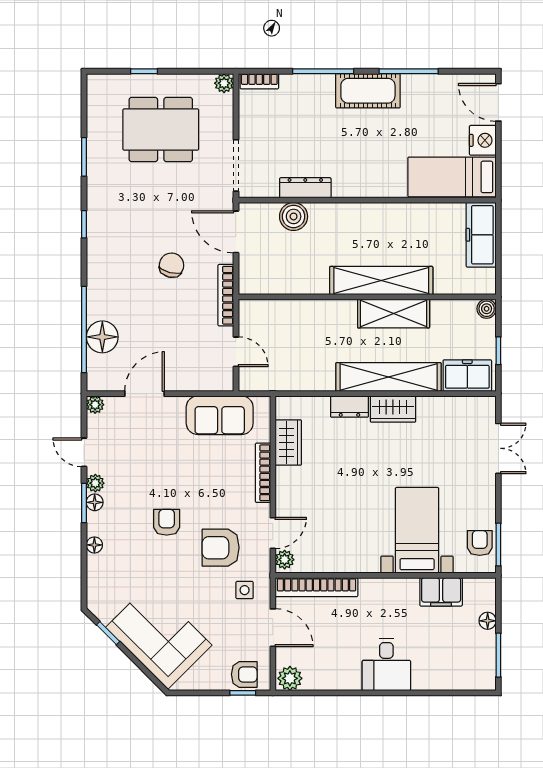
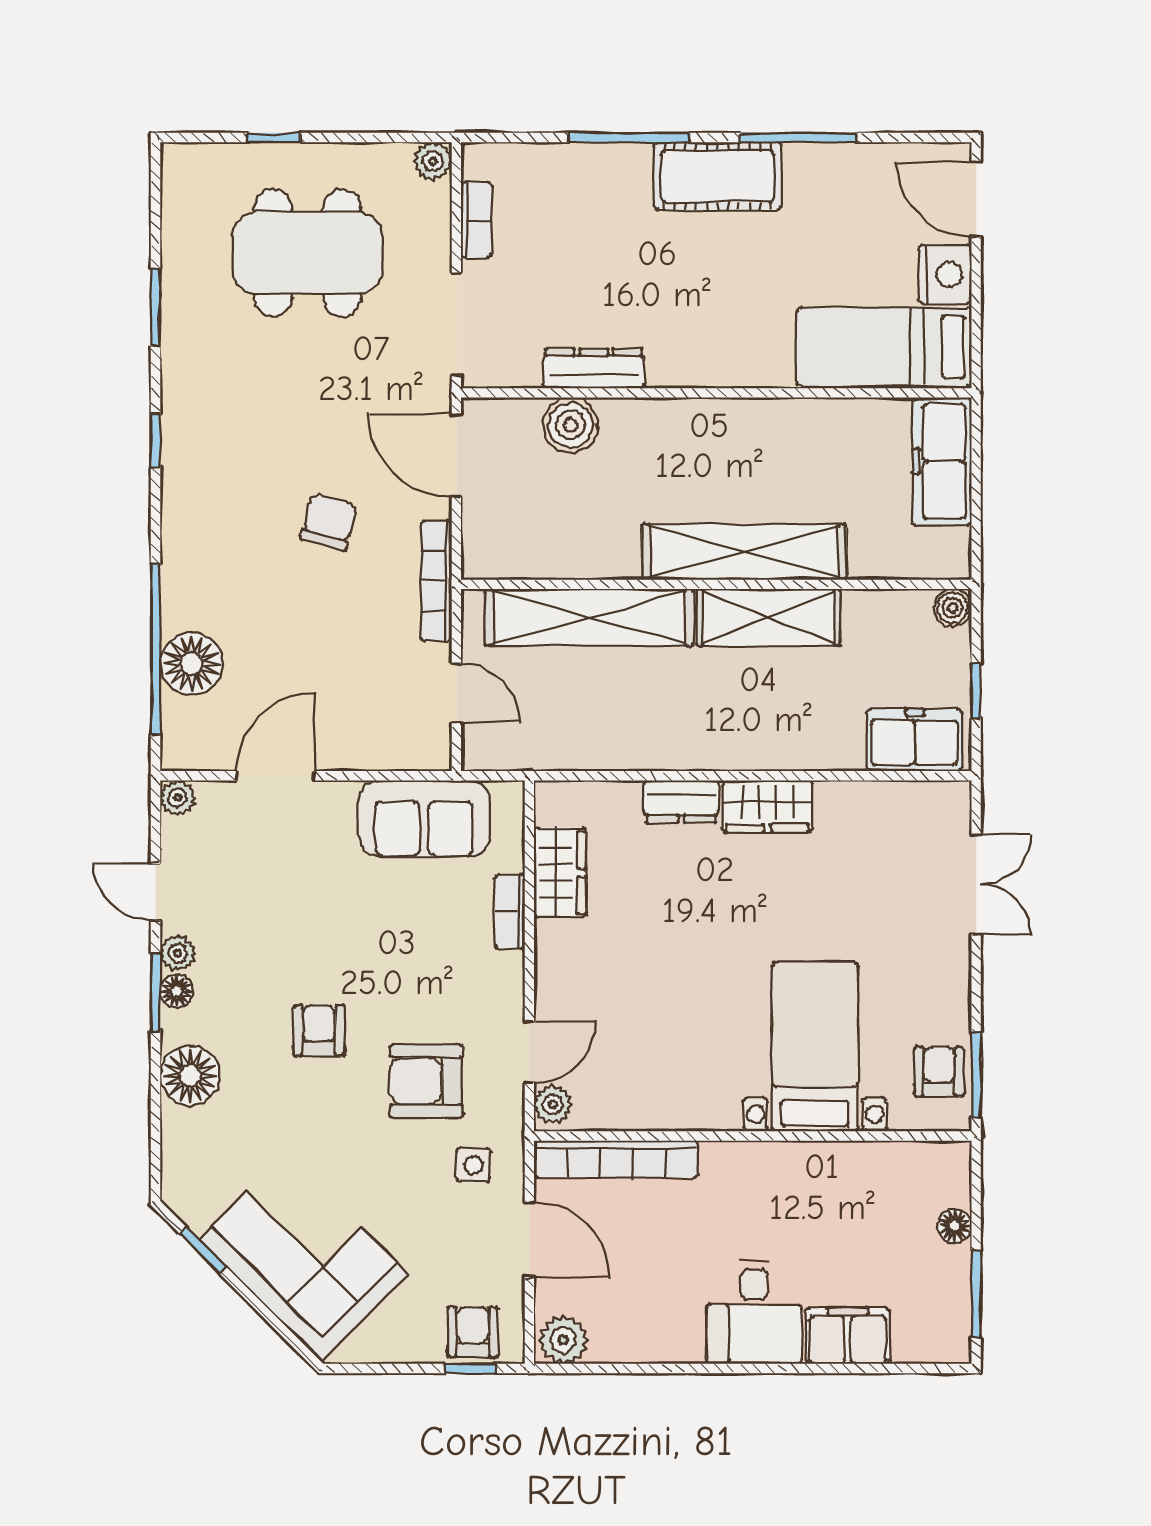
bookcase: (259, 81) -> (476, 220), moved, turned -90
shelving: (389, 377) -> (589, 617), moved
bookcase: (263, 473) -> (510, 912), width x0.64
floor lamp: (94, 545) -> (190, 1076), width x1.89, depth x1.89
filing cabinet: (441, 592) -> (848, 1336), moved, turned 180
armchair: (244, 674) -> (473, 1332), turned -90

